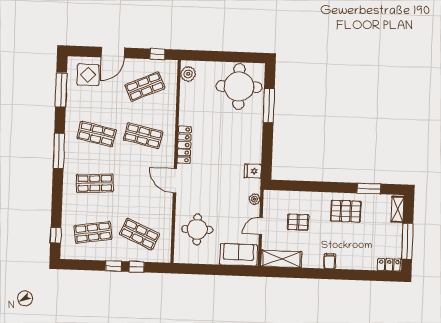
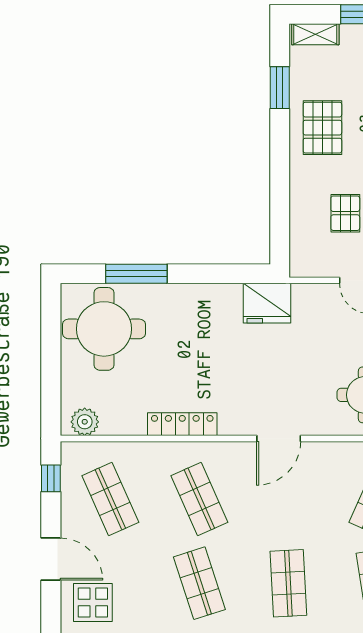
shop shelf: (97, 134) -> (199, 583), turned -30
shop shelf: (143, 136) -> (199, 499), turned -36
locker: (184, 145) -> (182, 424), moved
fridge: (253, 171) -> (267, 303), width x1.88, depth x1.34
plant: (255, 199) -> (307, 293), removed

